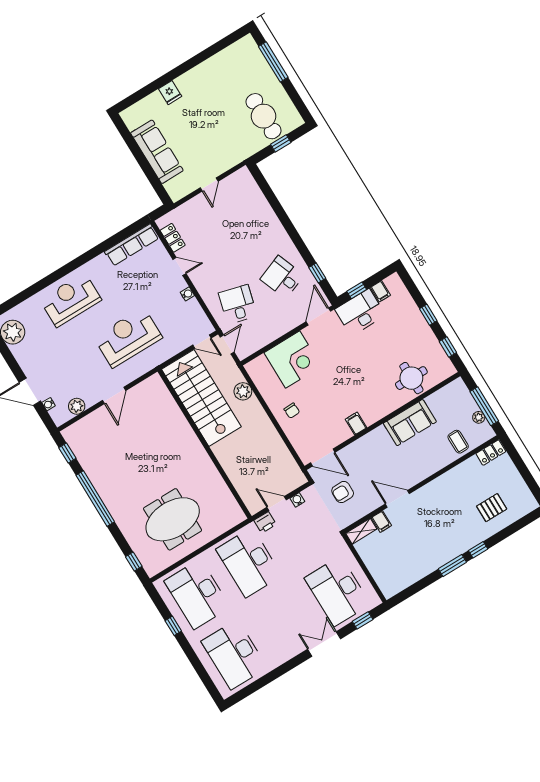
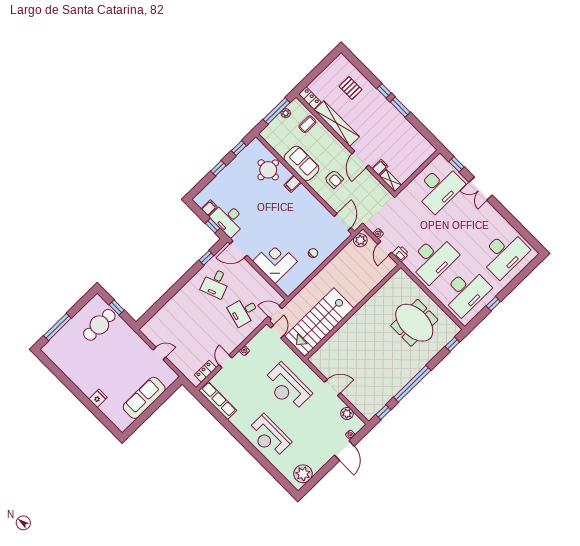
plant: (243, 391) -> (360, 240), moved
filing cabinet: (356, 423) -> (292, 184), moved
shelving: (450, 480) -> (337, 123), added
armchair: (343, 492) -> (334, 179), moved

